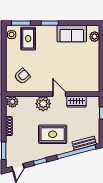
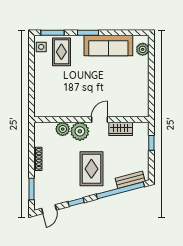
sofa: (72, 33) -> (108, 46), width x1.36
armchair: (22, 76) -> (54, 98), removed
door: (59, 94) -> (99, 120), hinge flipped
plant: (12, 102) -> (63, 129), moved
rug: (53, 134) -> (91, 169), turned 90

